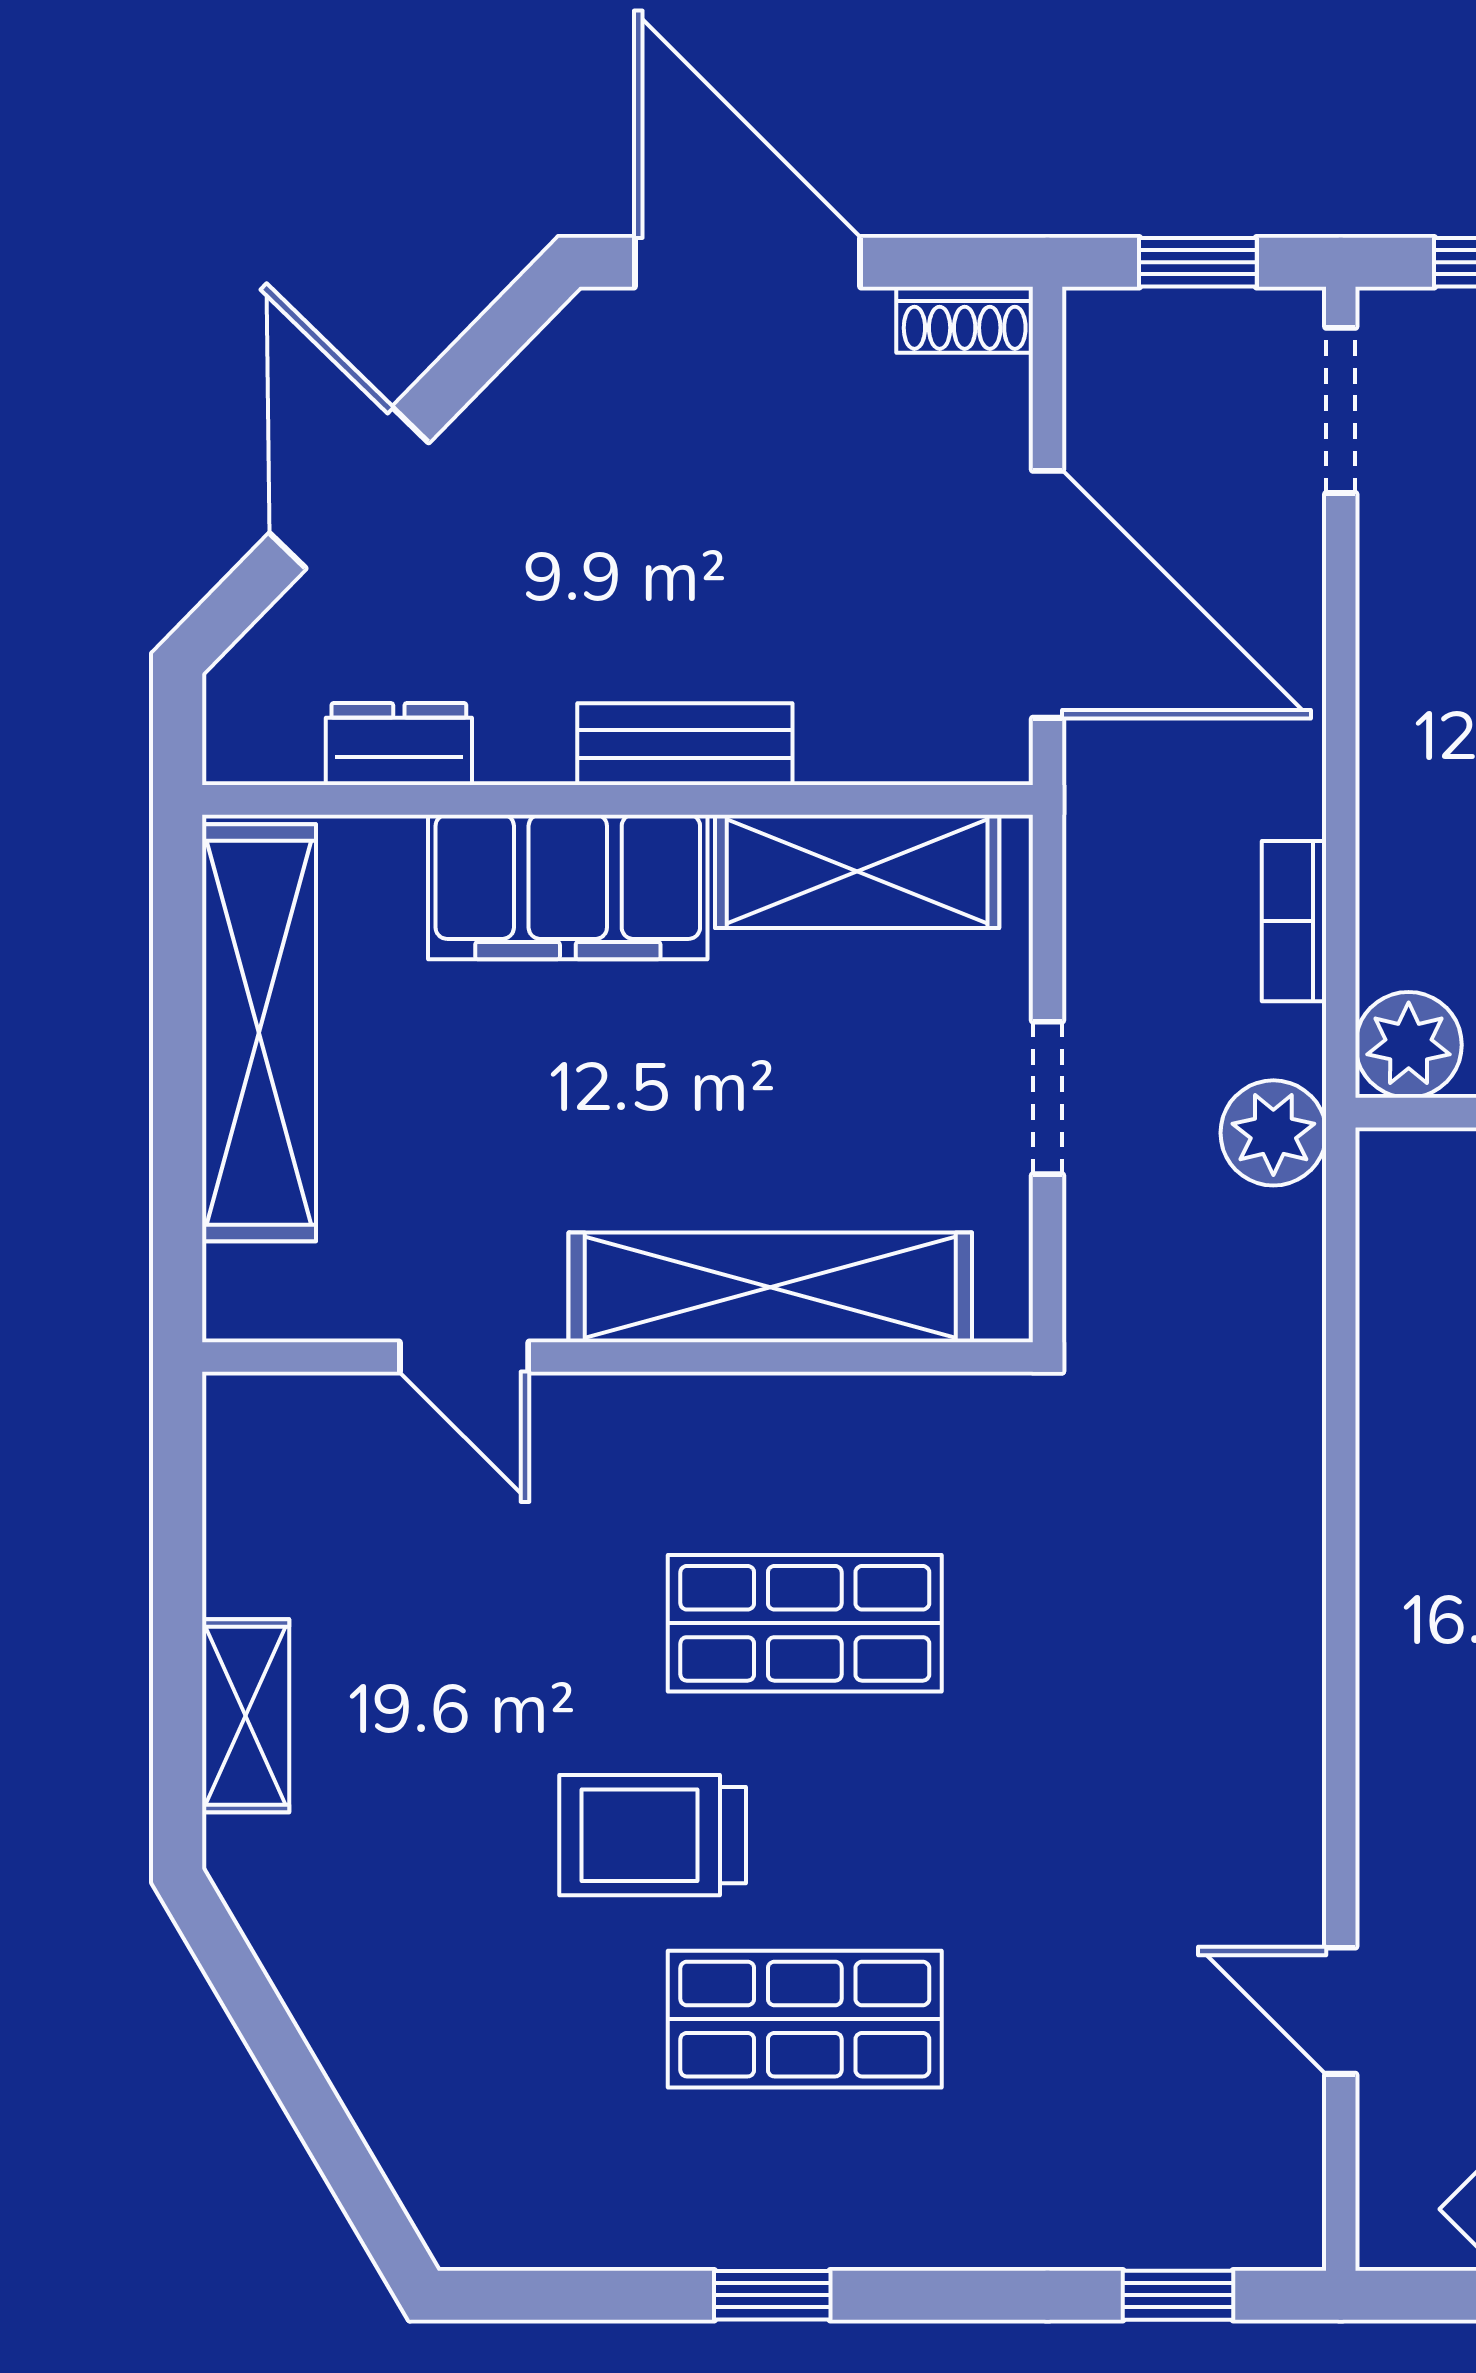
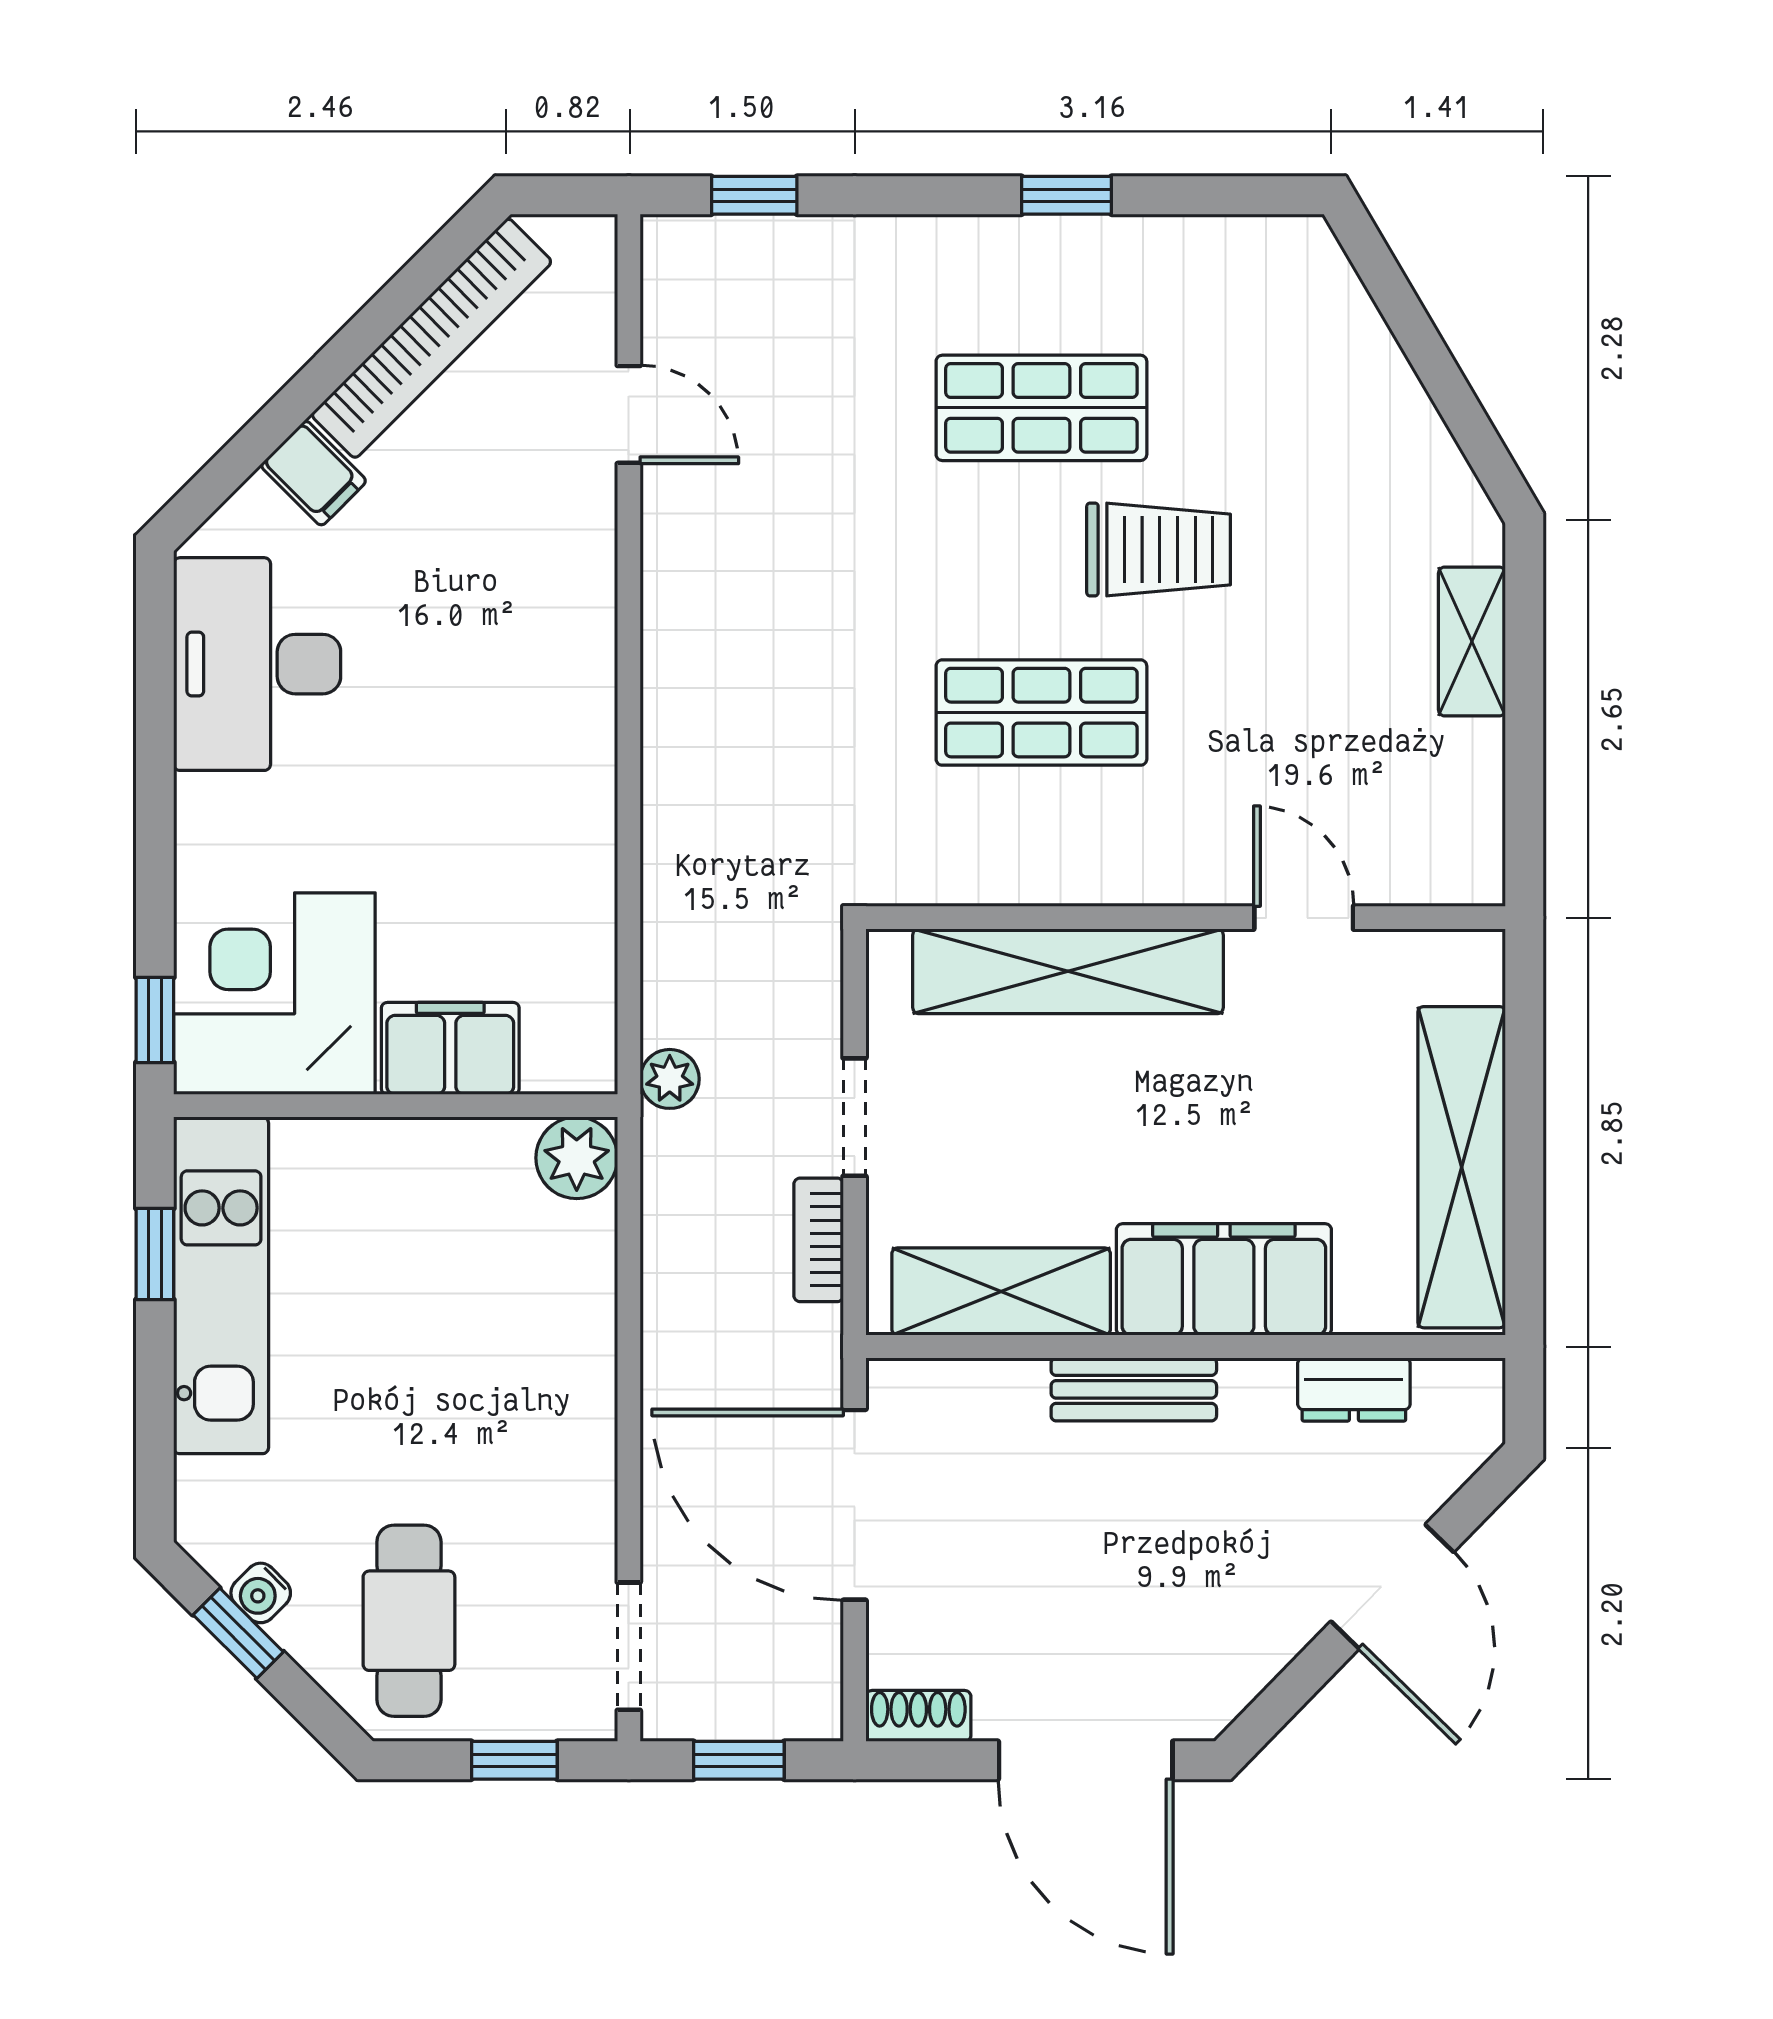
bookcase: (1294, 921) -> (819, 1240), moved, turned 180
plant: (1273, 1133) -> (670, 1079), width x0.73, depth x0.73

